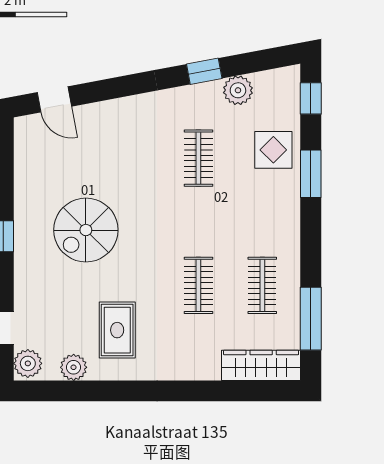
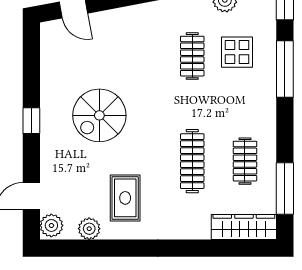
display table: (273, 150) -> (237, 52), moved
window: (311, 174) -> (285, 69), width x1.44
clothes rail: (198, 285) -> (192, 161), width x1.36

